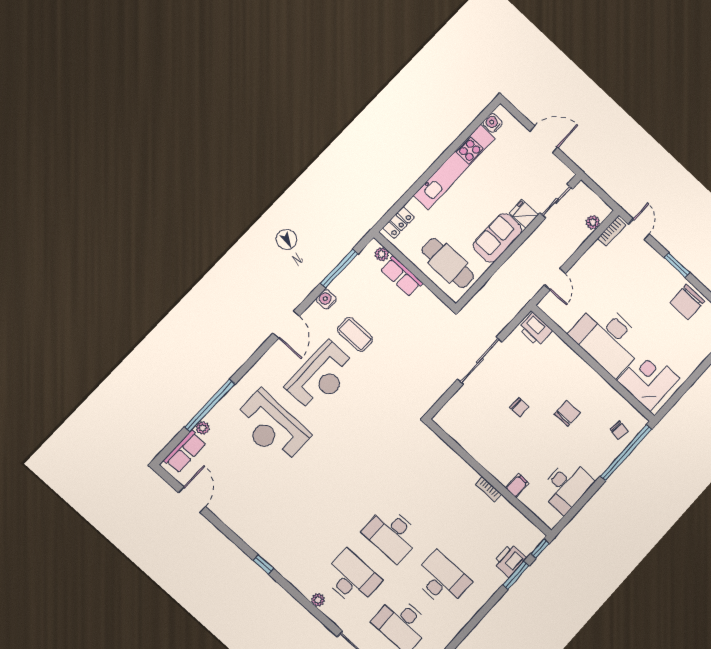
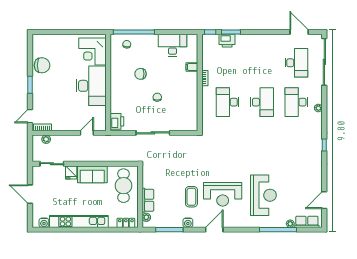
reception desk: (321, 377) -> (223, 194), turned 180
desk: (442, 580) -> (228, 102), moved

